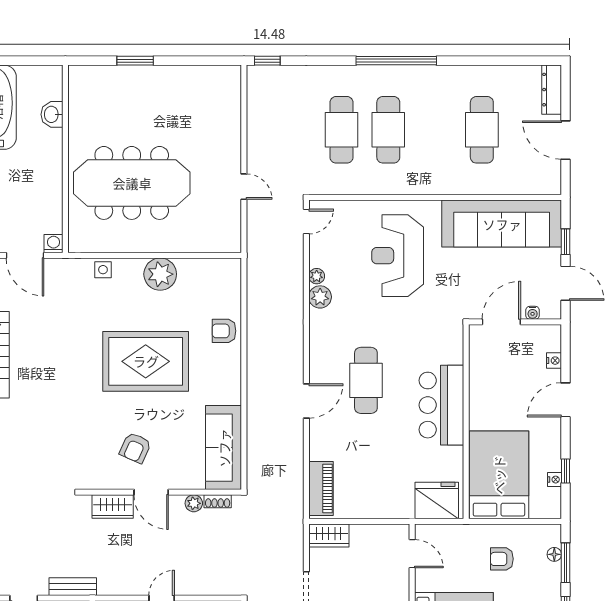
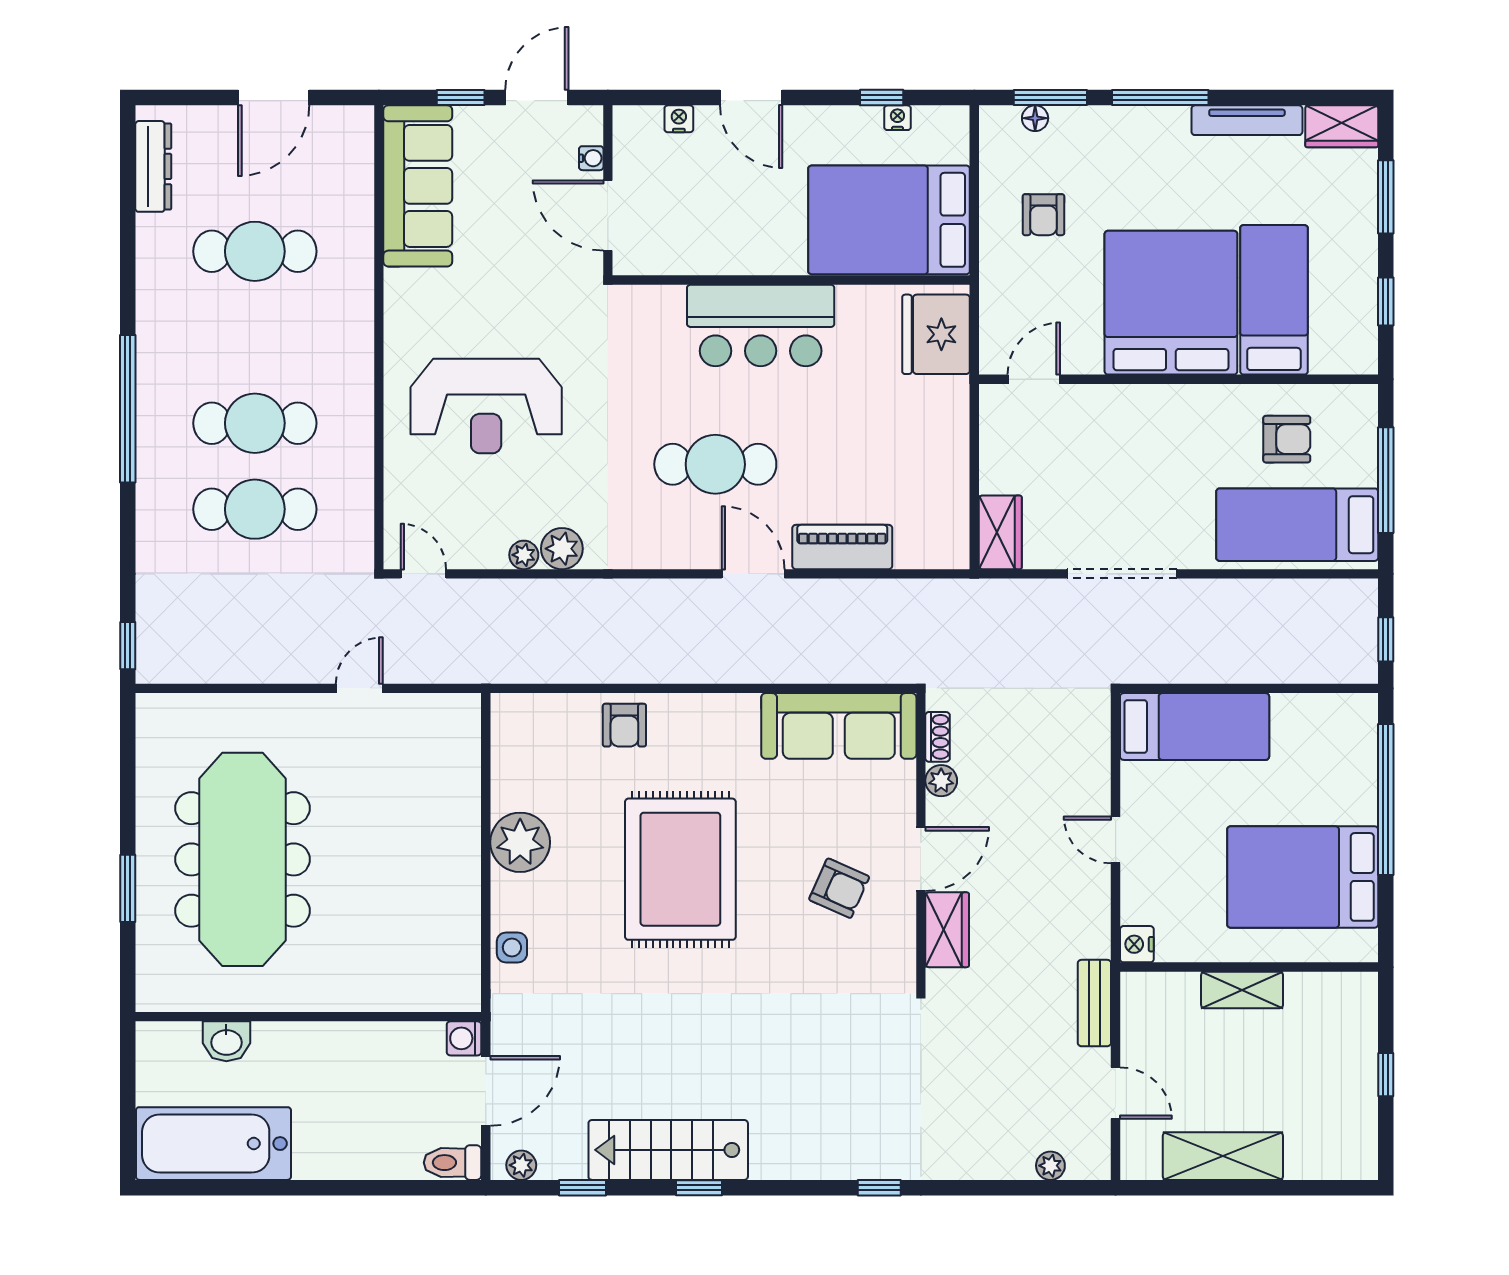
dresser: (552, 90) -> (153, 166), moved, turned -90
meeting table: (132, 183) -> (243, 859), moved
sofa: (502, 224) -> (418, 186), width x0.74, depth x0.79
piano: (321, 488) -> (842, 547), moved

